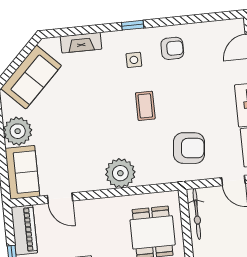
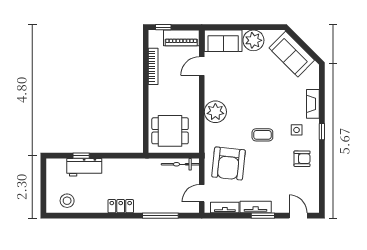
fireplace: (81, 43) -> (313, 104), moved
armchair: (172, 48) -> (302, 159), turned -90
armchair: (189, 148) -> (229, 163), width x1.36, depth x1.36

